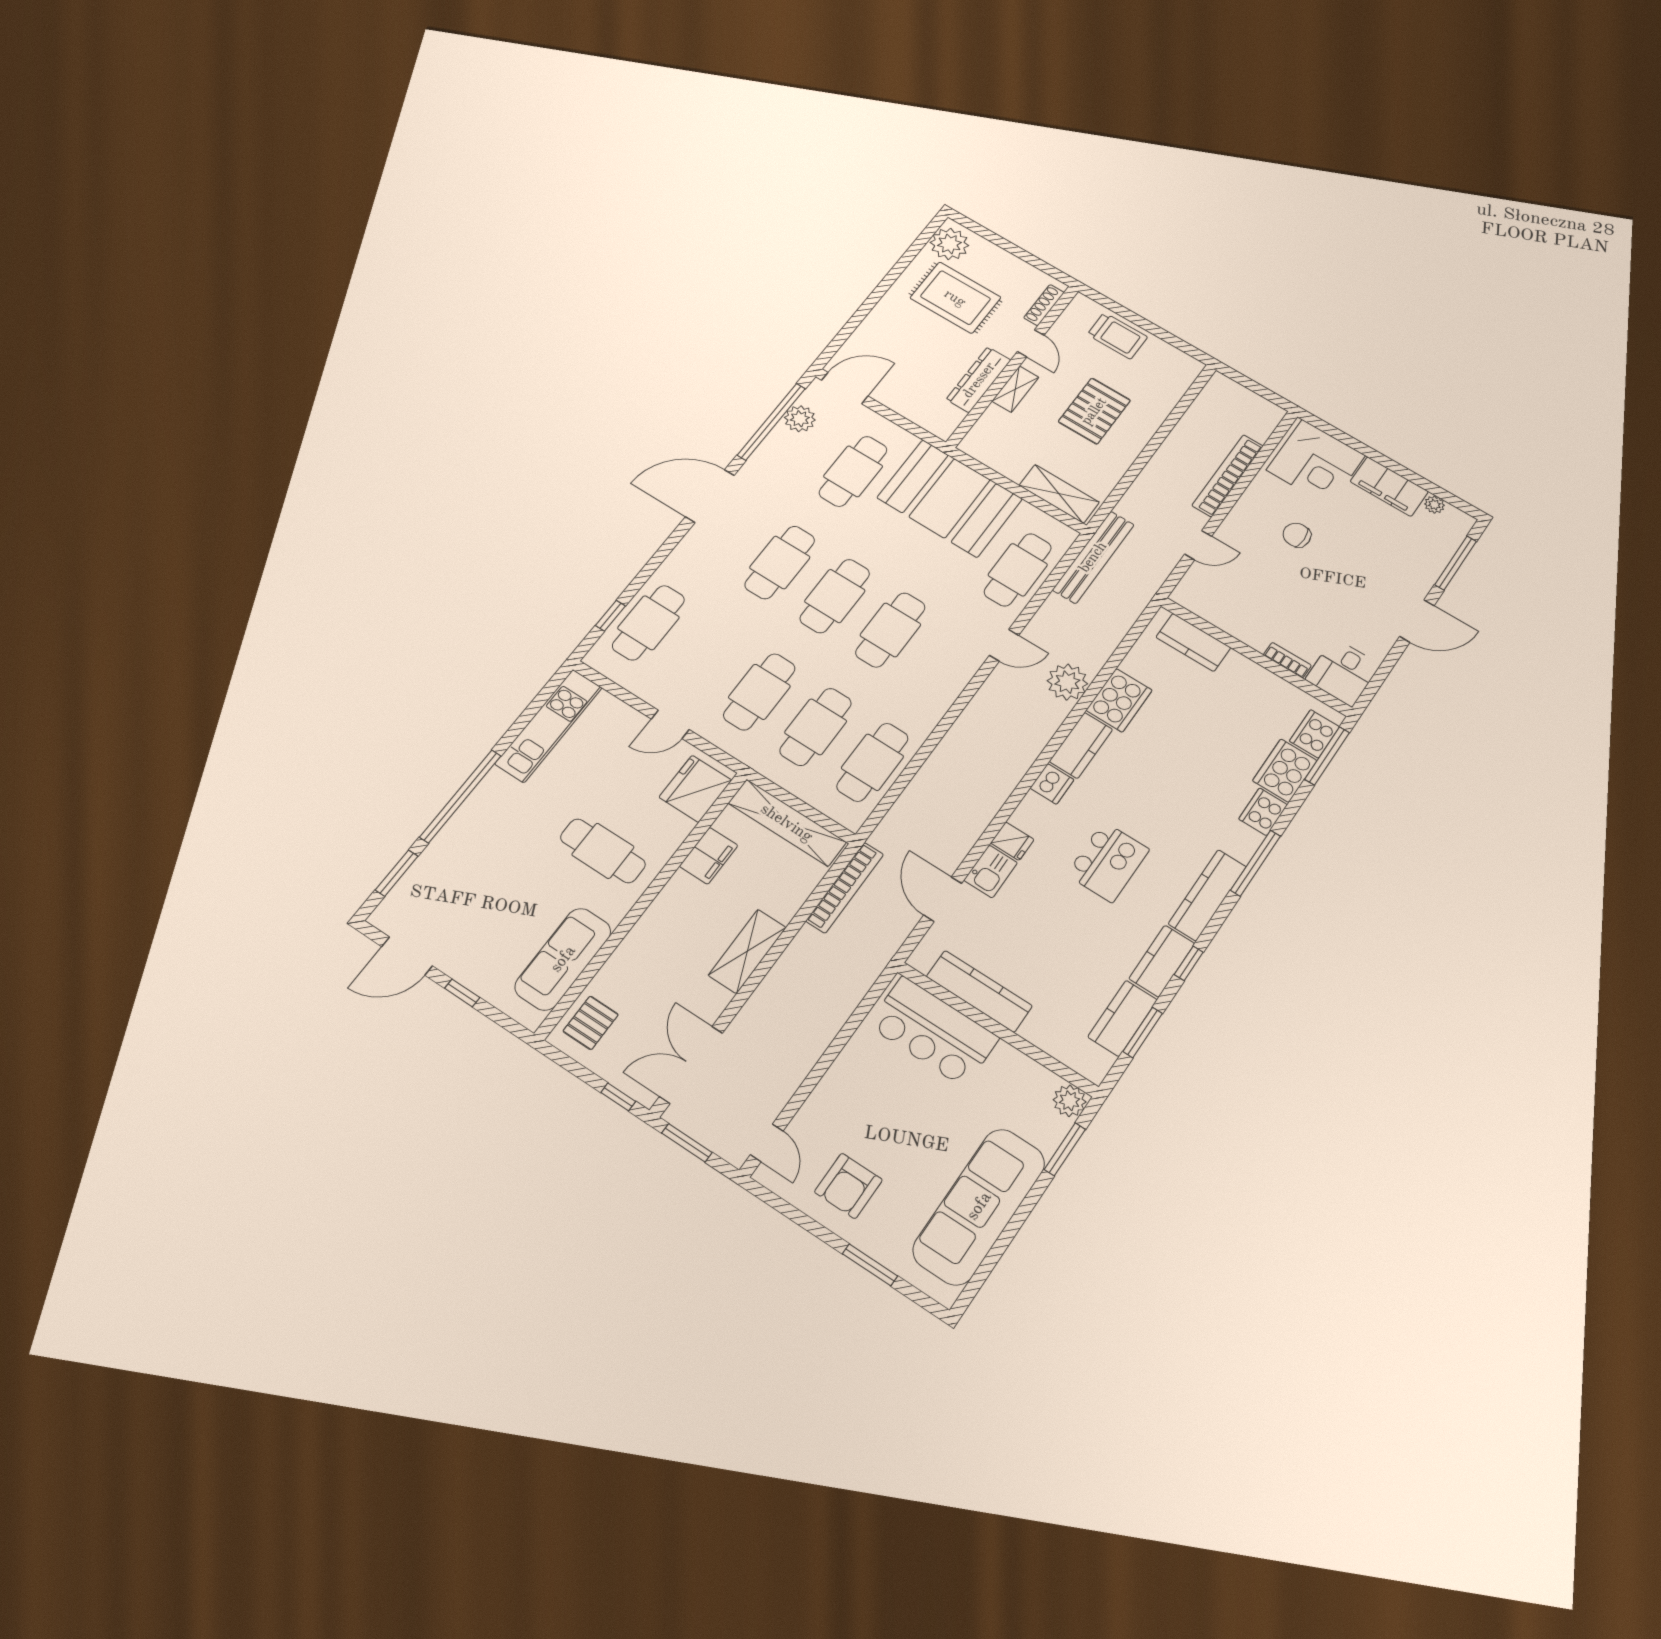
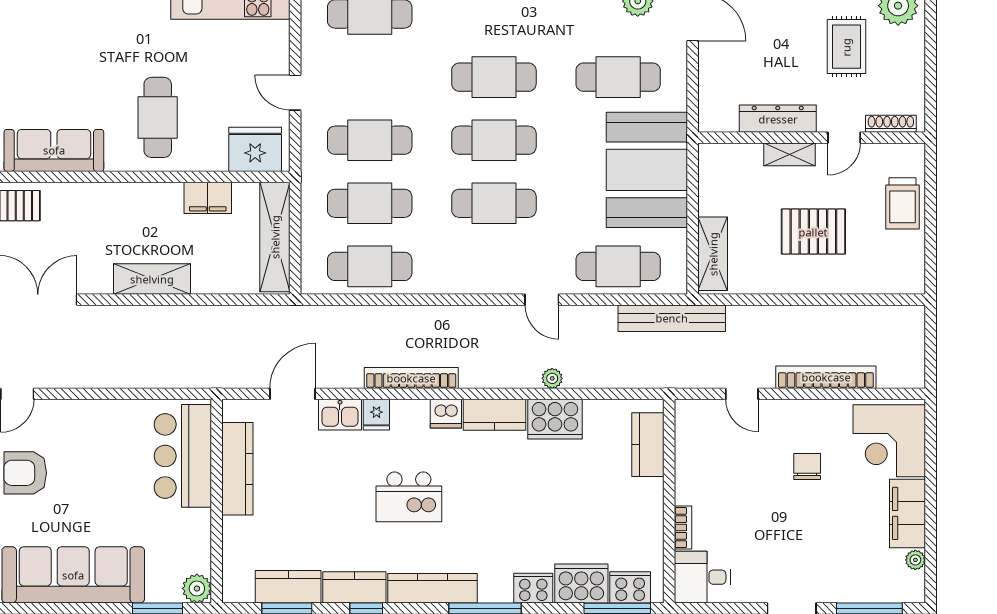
rug: (955, 298) -> (846, 47), width x0.73, depth x0.70
plant: (1067, 682) -> (552, 378), width x0.53, depth x0.53
bookcase: (845, 888) -> (411, 378), moved, turned 180

